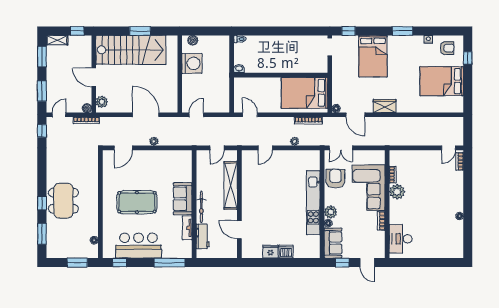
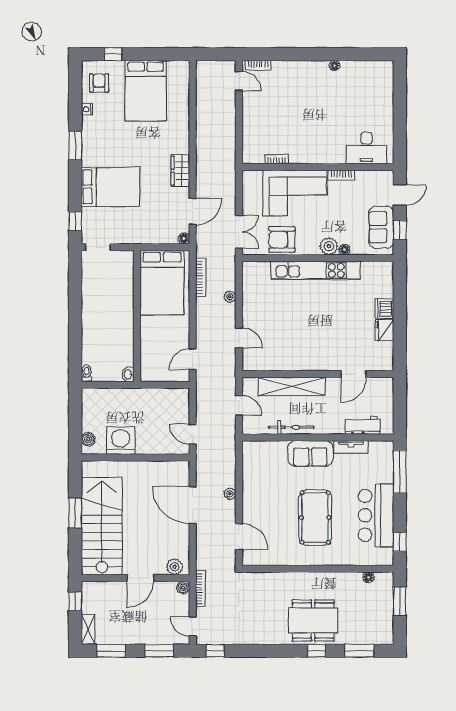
door: (146, 115) -> (193, 505), hinge flipped
plant: (397, 192) -> (300, 153), removed
bicycle: (201, 207) -> (291, 427), moved
sofa: (333, 243) -> (381, 227), moved, turned -90

